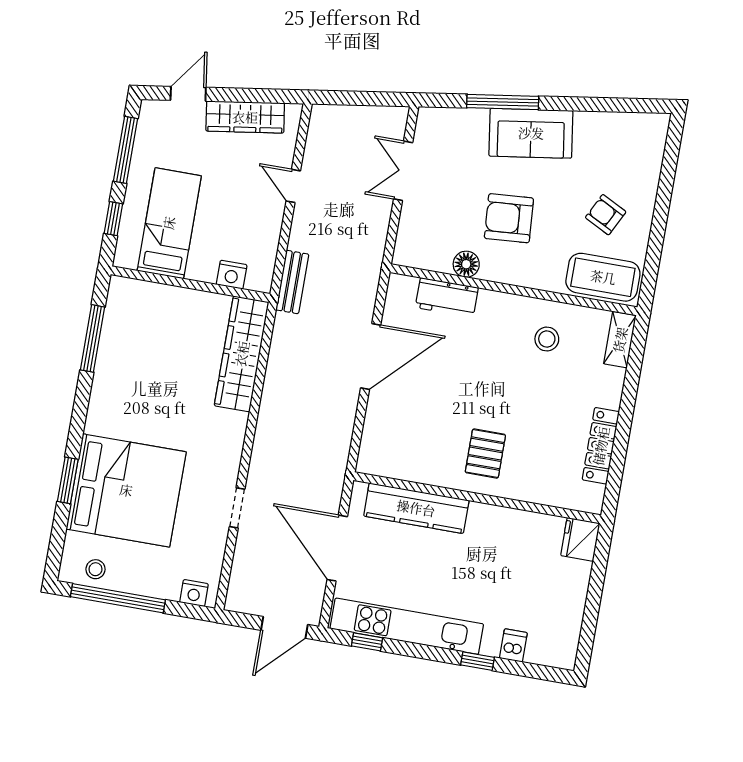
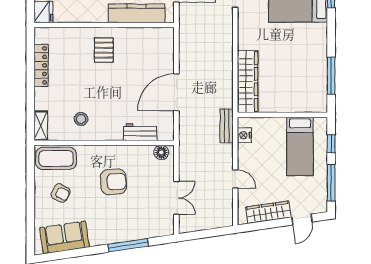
sofa: (531, 133) -> (64, 237), moved
floor lamp: (466, 264) -> (161, 152), moved
nightstand: (232, 275) -> (244, 135), moved, turned -90

